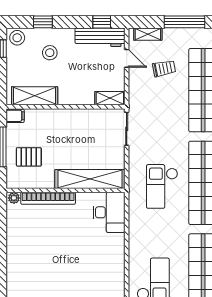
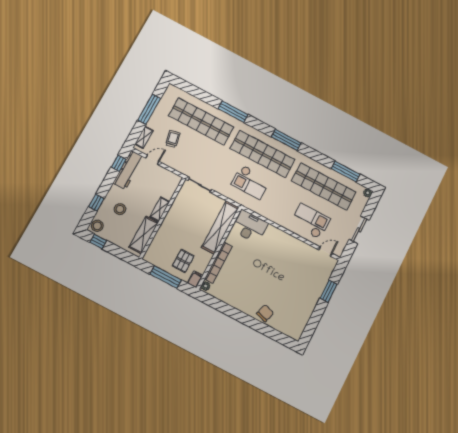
shelving: (110, 98) -> (160, 209), moved
filing cabinet: (15, 116) -> (195, 279), moved
chair: (19, 282) -> (265, 313), added

